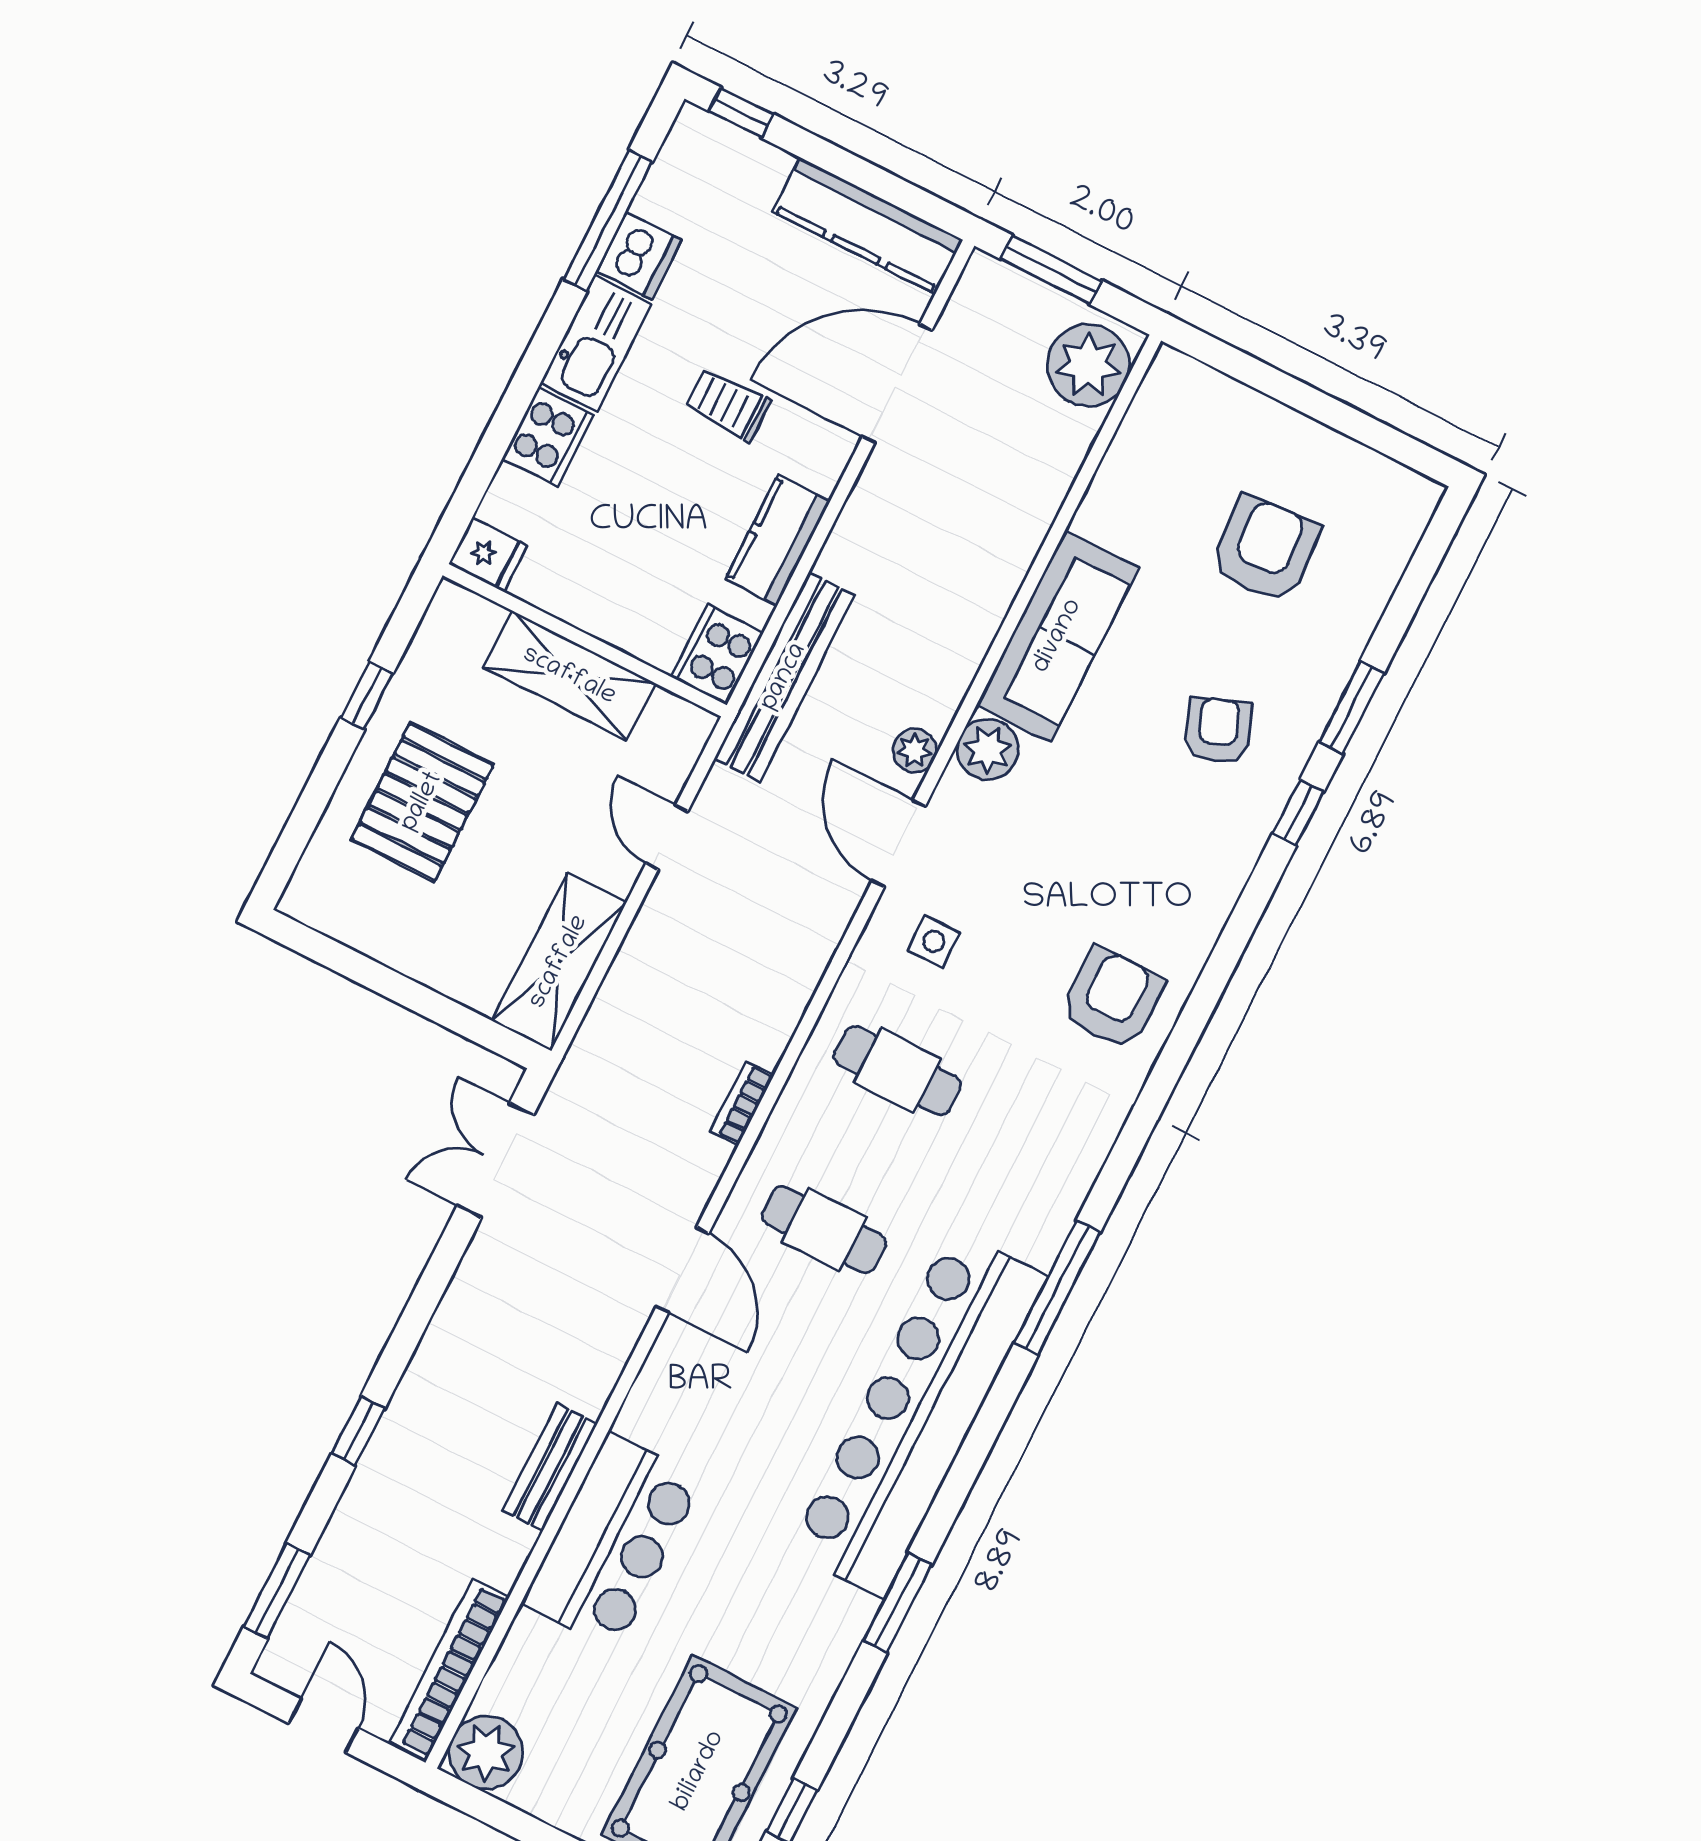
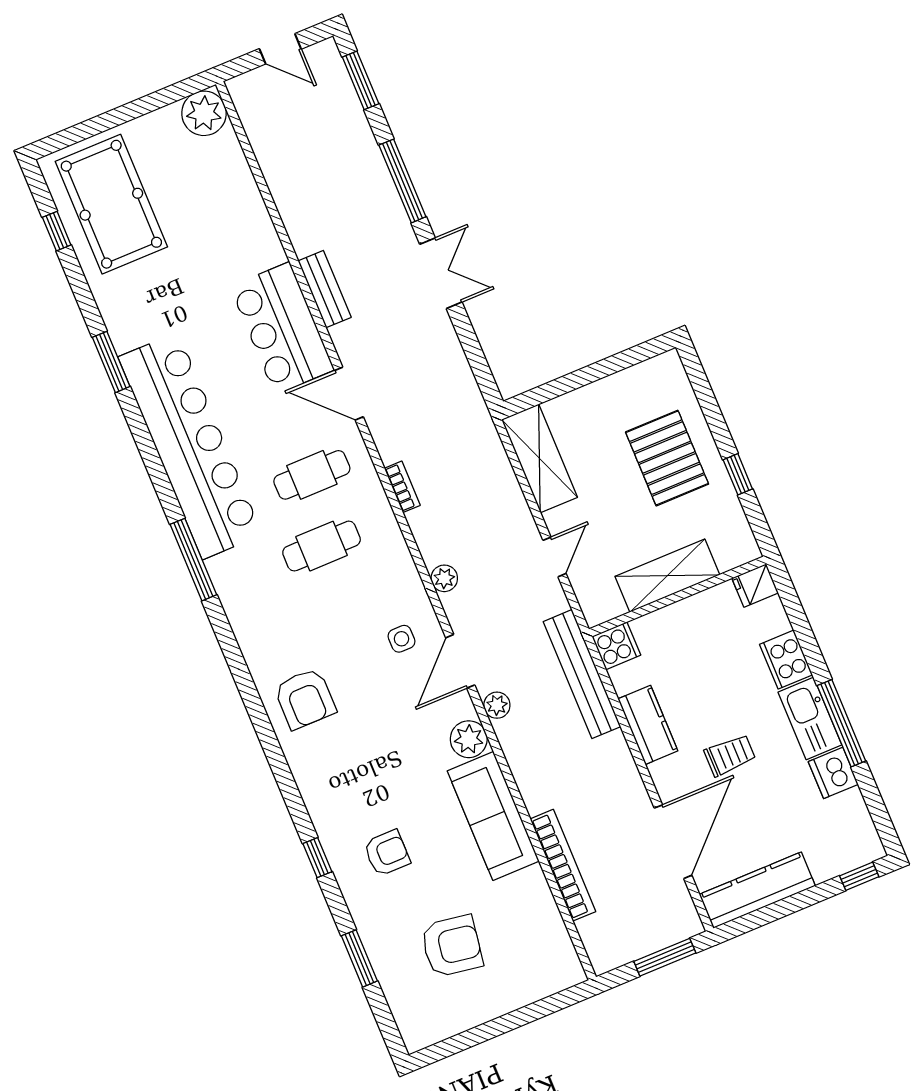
window: (608, 221) -> (841, 723), moved
plant: (1088, 365) -> (444, 578), moved, width x0.53, depth x0.53
armchair: (1265, 549) -> (452, 946), turned -77
cooker: (717, 655) -> (616, 646), width x0.73
window: (1352, 708) -> (359, 958), moved
armchair: (1218, 730) -> (387, 853), turned -69
door: (667, 837) -> (554, 557), hinge flipped
door: (899, 843) -> (460, 661), swing flipped
cafe table: (897, 1071) -> (322, 546), moved
double door: (495, 1160) -> (441, 273), moved
window: (358, 1431) -> (402, 181), width x2.17
bench: (550, 1467) -> (325, 289), moved
bar counter: (612, 1542) -> (282, 328), moved
bookcase: (450, 1669) -> (563, 865), moved

